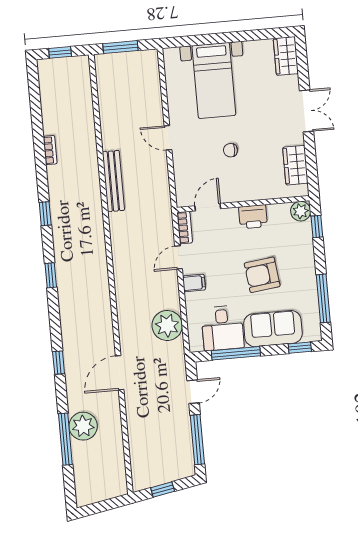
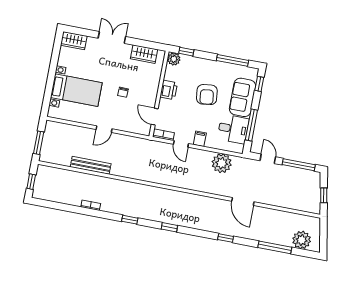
bench: (113, 181) -> (91, 165), moved
plant: (83, 426) -> (302, 240), moved

